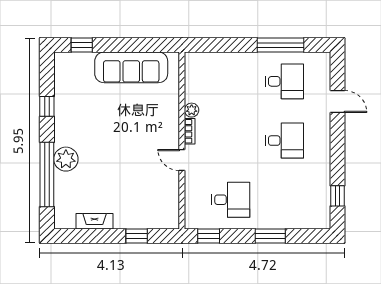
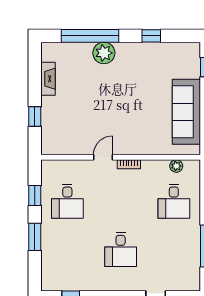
desk: (284, 81) -> (174, 201), moved
plant: (192, 110) -> (176, 166), moved
window: (209, 236) -> (35, 195), moved

